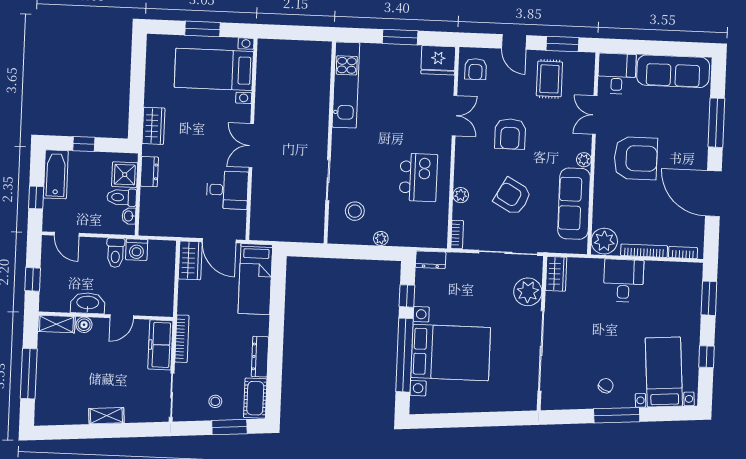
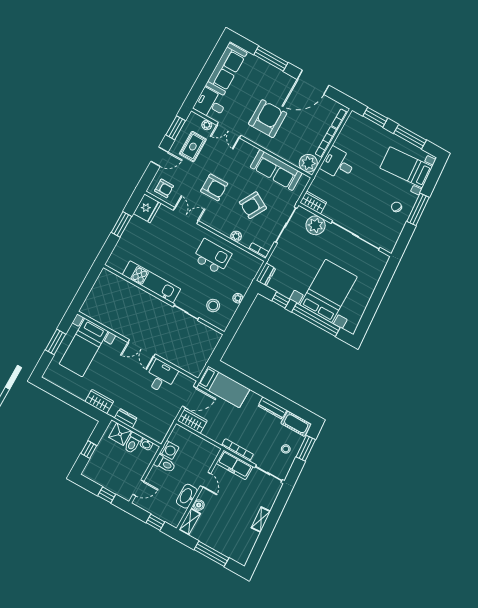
rug: (549, 79) -> (193, 147), turned 90
kitchen unit: (346, 85) -> (151, 282), moved
plant: (584, 160) -> (207, 125), moved
bathtub: (56, 174) -> (99, 476), removed
window: (707, 357) -> (410, 137), width x2.17

